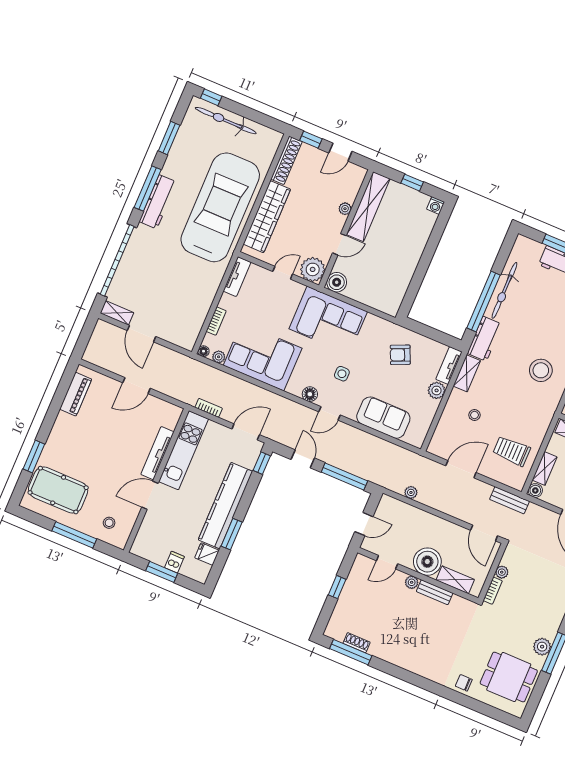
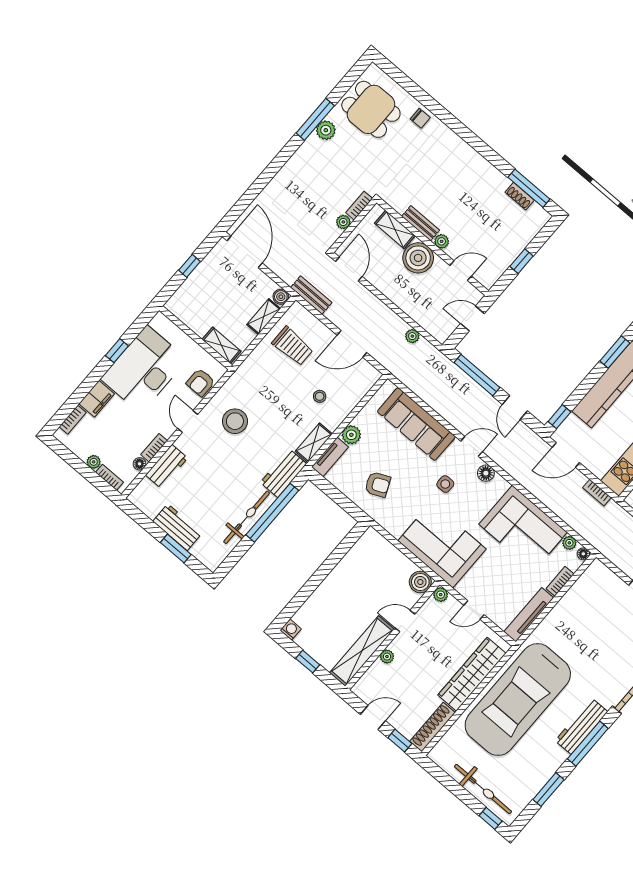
plant: (313, 269) -> (441, 595), width x0.53, depth x0.53
tv unit: (237, 277) -> (529, 615), width x1.41
sofa: (383, 418) -> (416, 424), width x1.36

